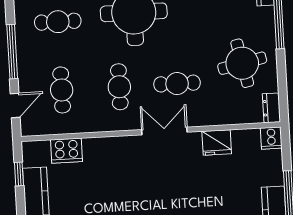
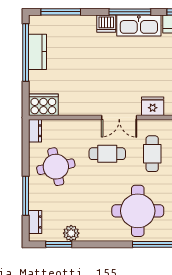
cooker: (271, 138) -> (43, 105), width x1.87, depth x1.31
fridge: (217, 142) -> (153, 106), moved

